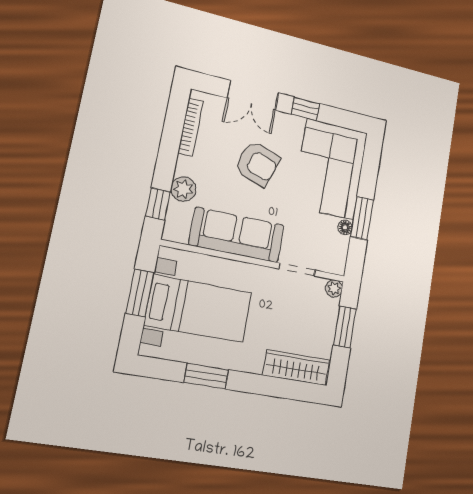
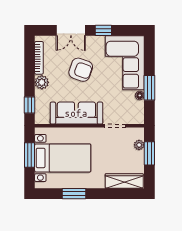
plant: (183, 189) -> (42, 82), moved
plant: (334, 289) -> (139, 145), moved

